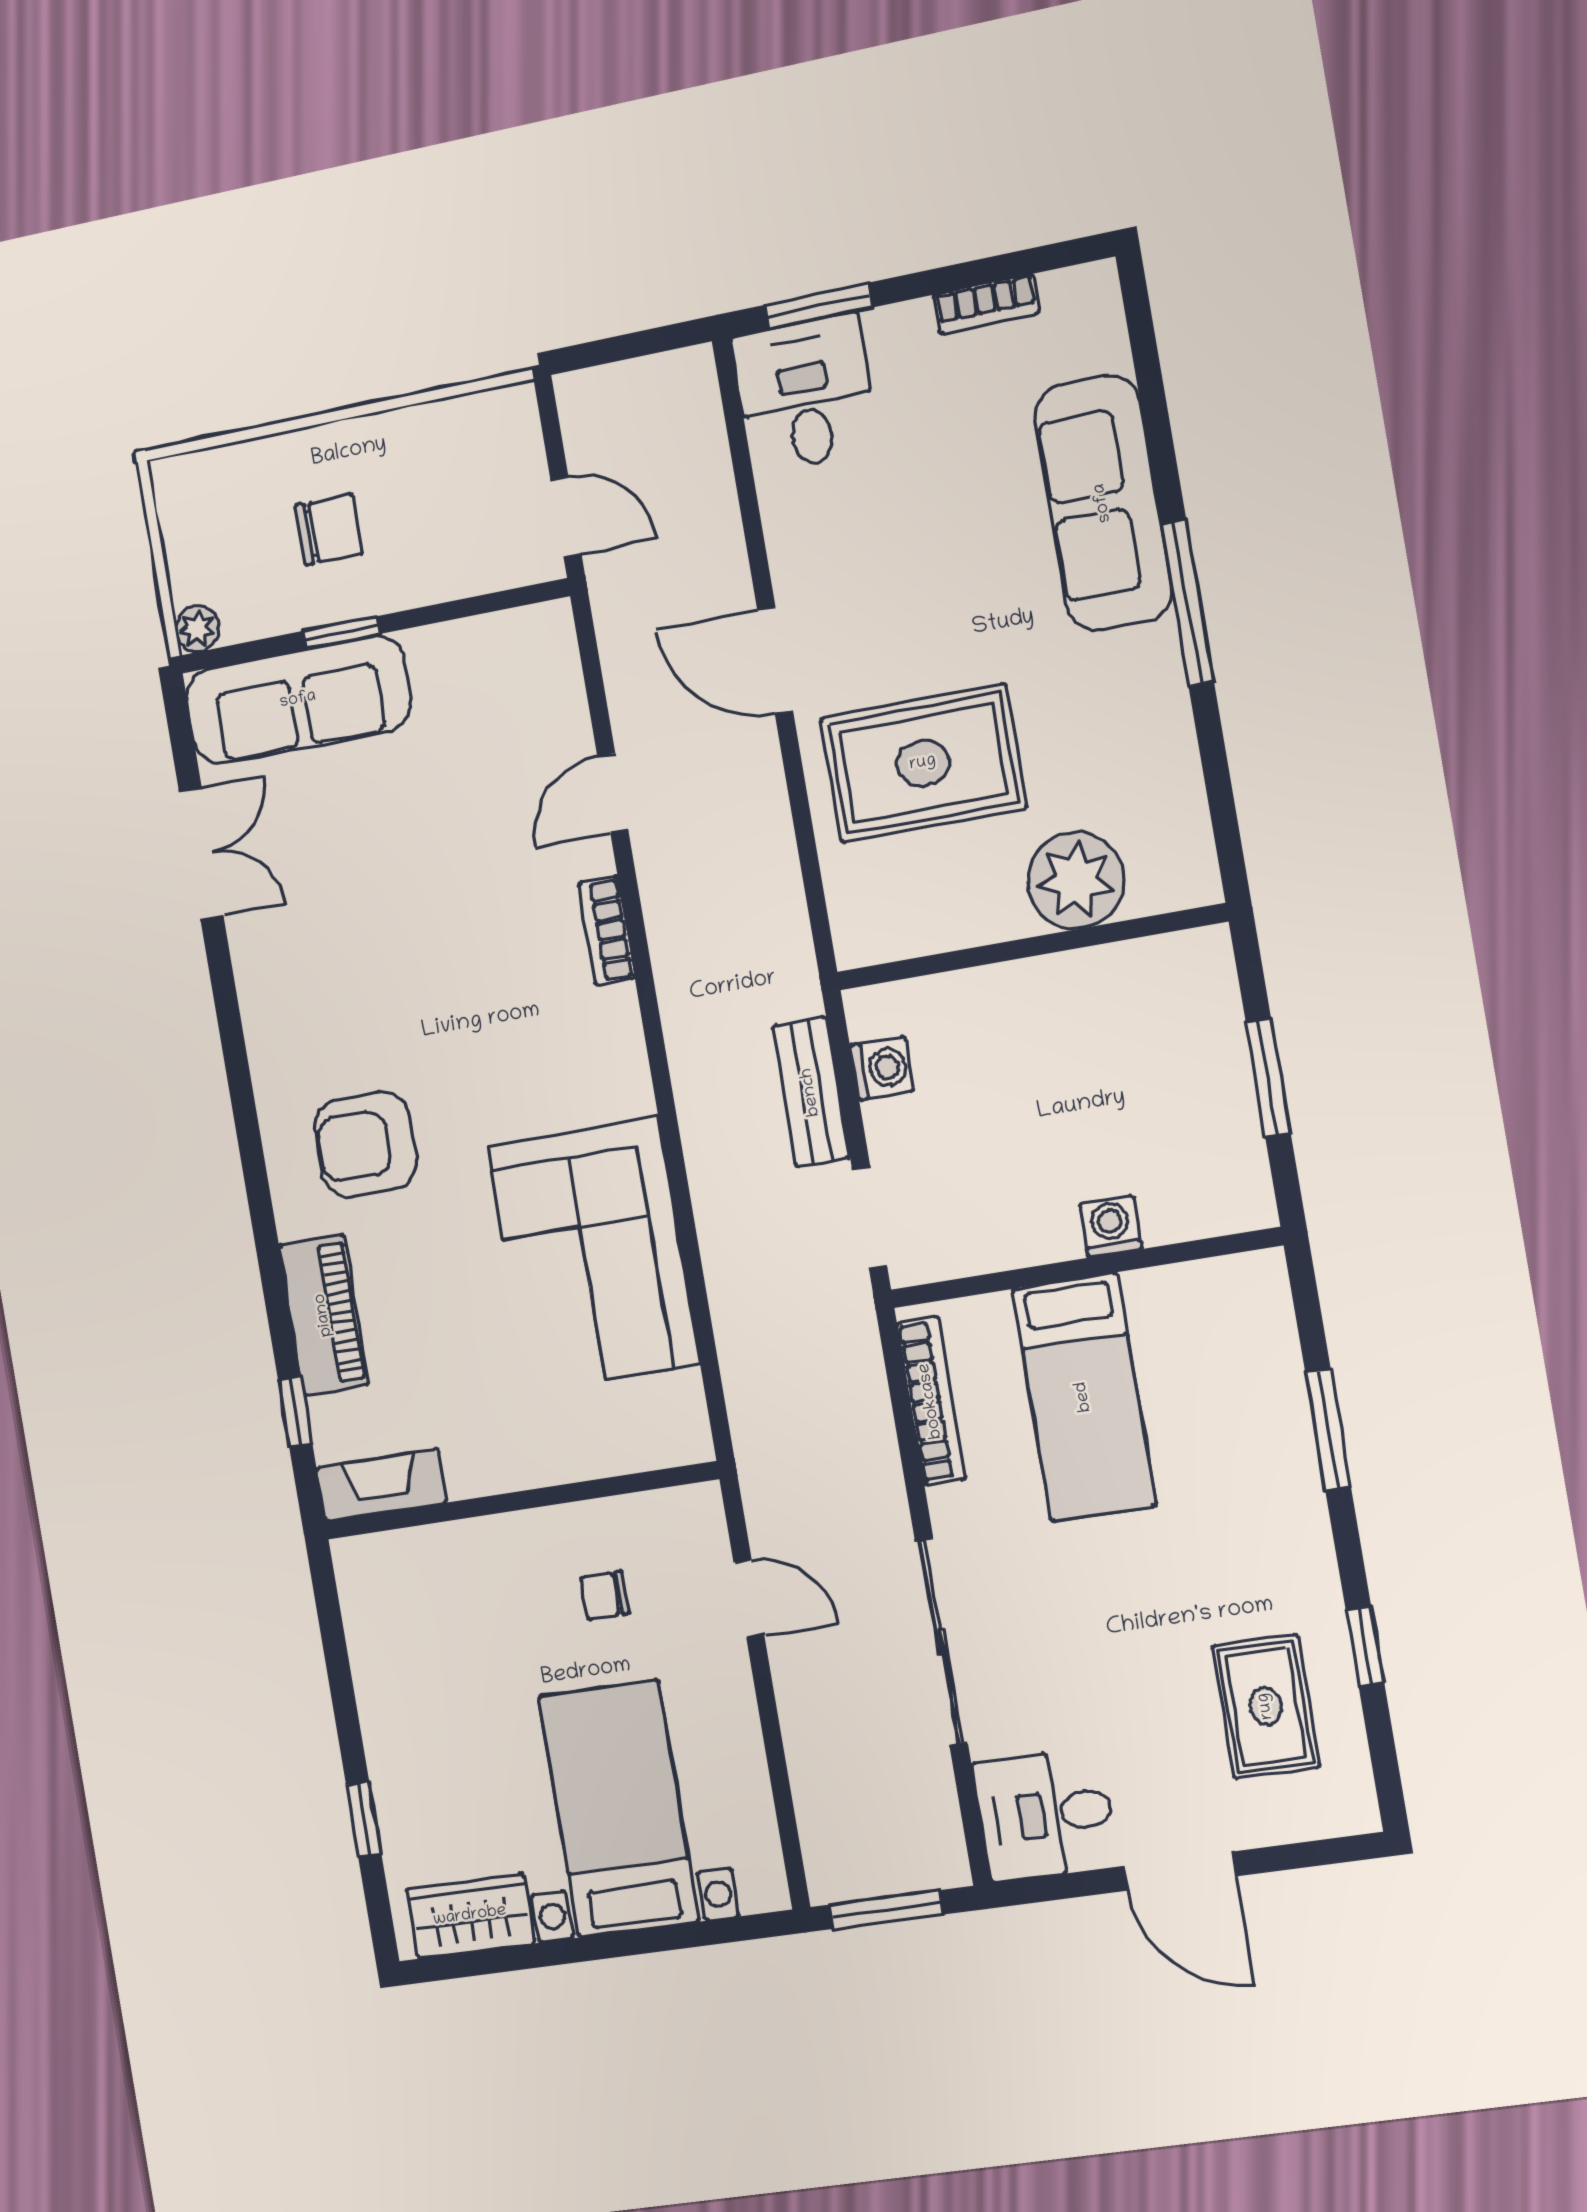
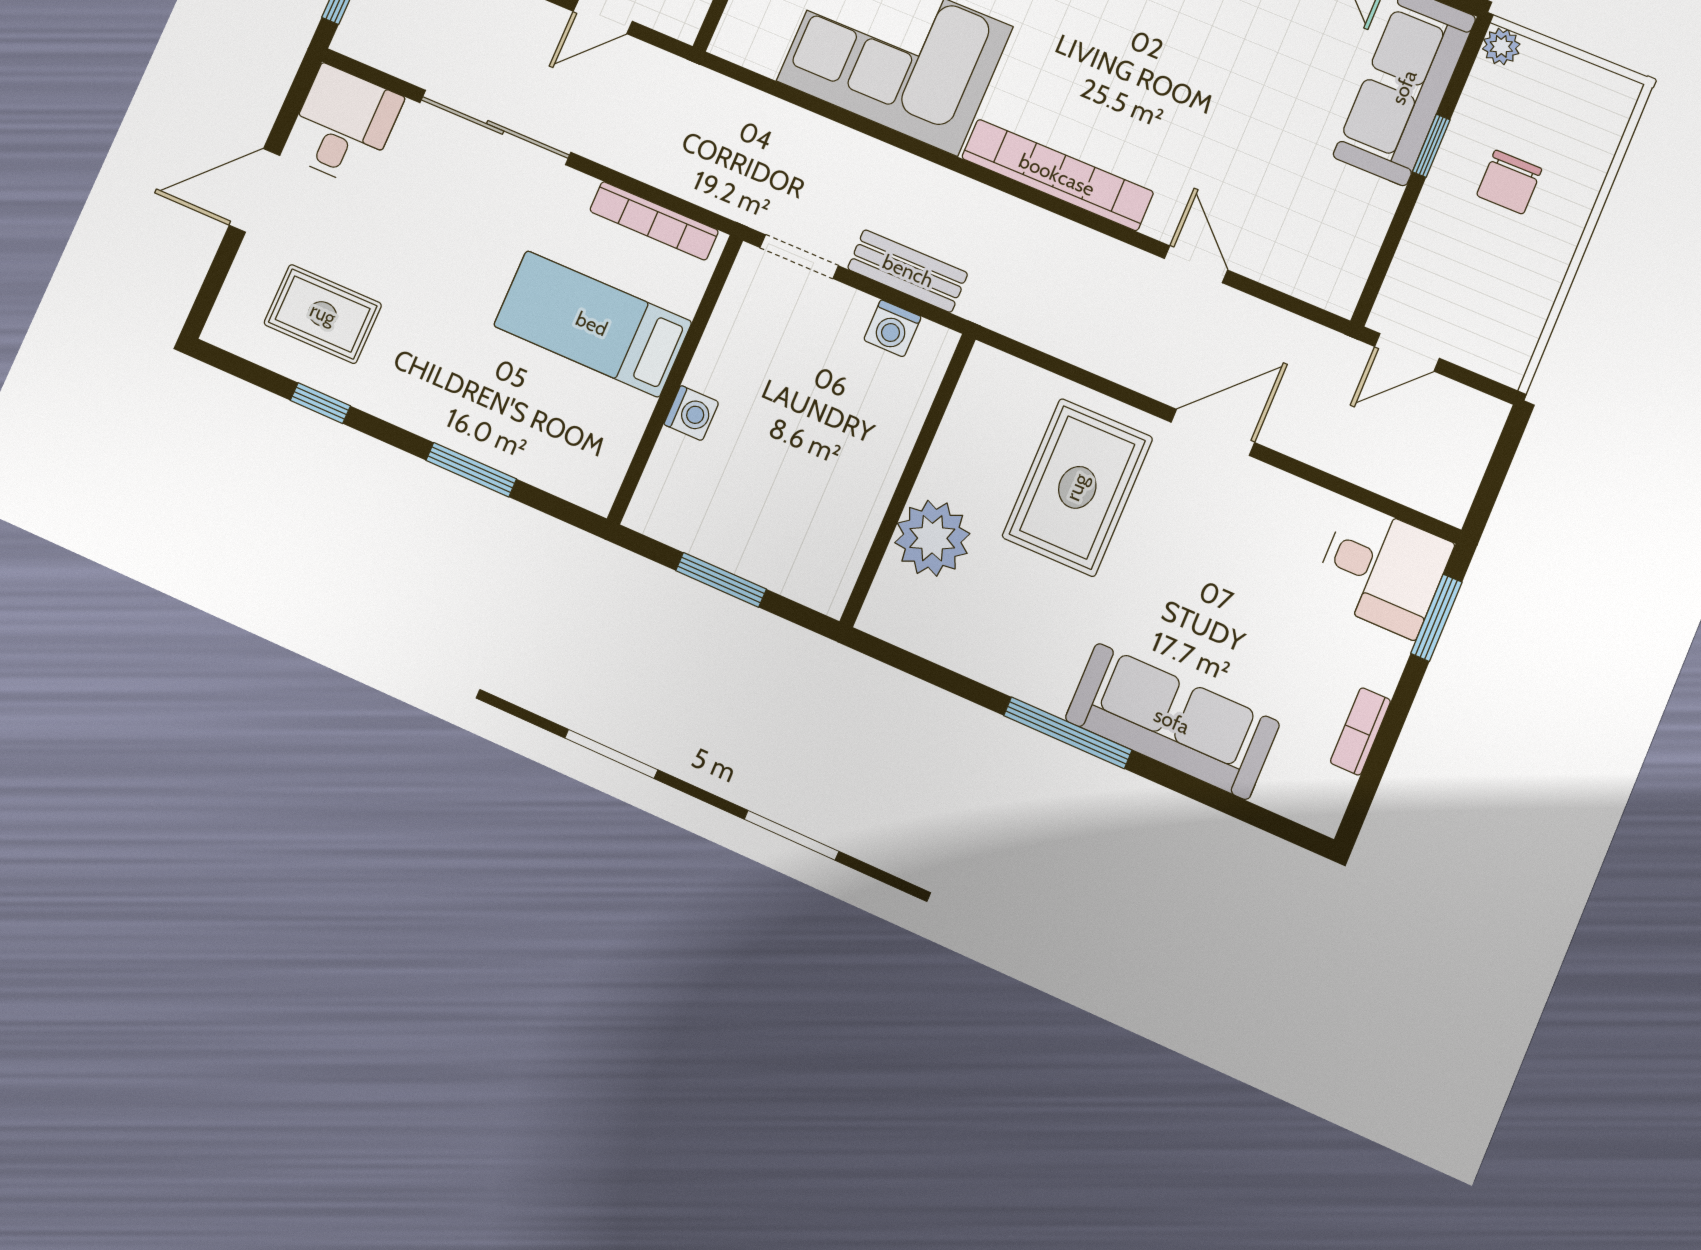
bookcase: (606, 931) -> (1057, 175), width x2.31, depth x1.31

